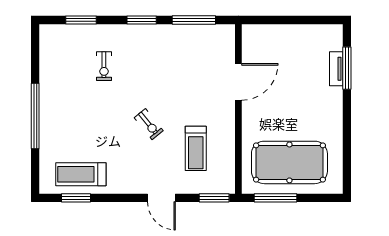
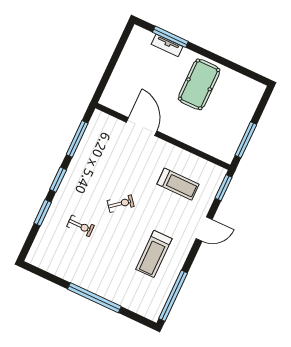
window: (81, 20) -> (43, 213), moved
exercise bike: (149, 124) -> (121, 204), moved
pool table: (289, 162) -> (199, 84), moved, width x0.73, depth x0.76
treadmill: (81, 174) -> (154, 254), moved
window: (76, 198) -> (173, 296), width x2.11

